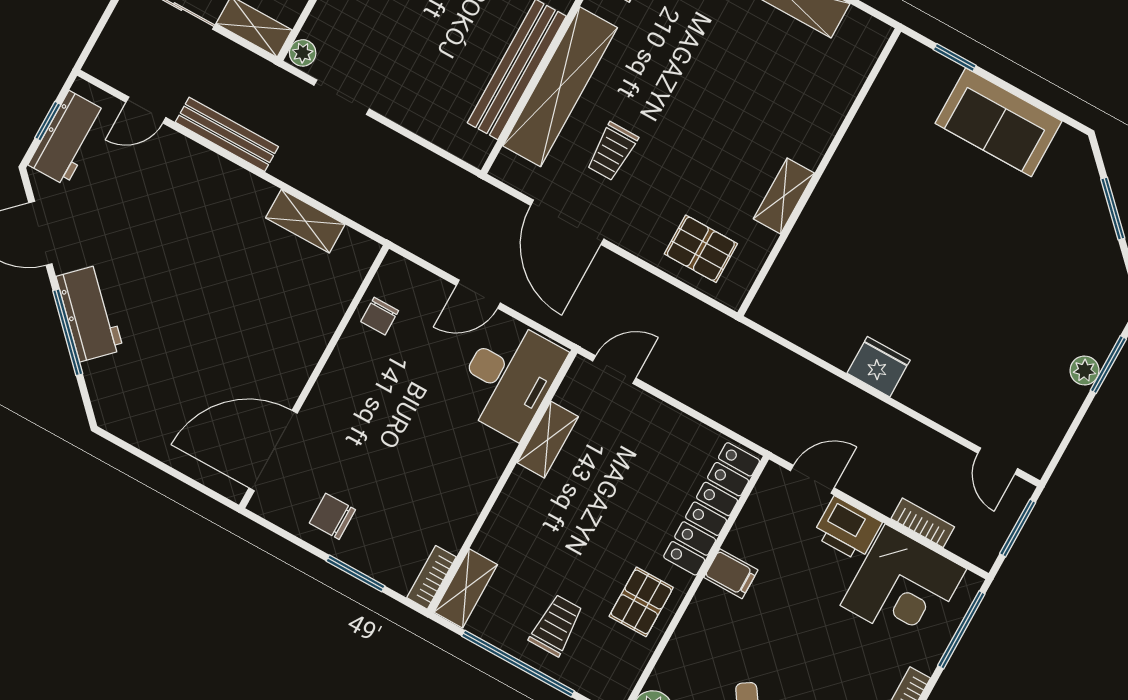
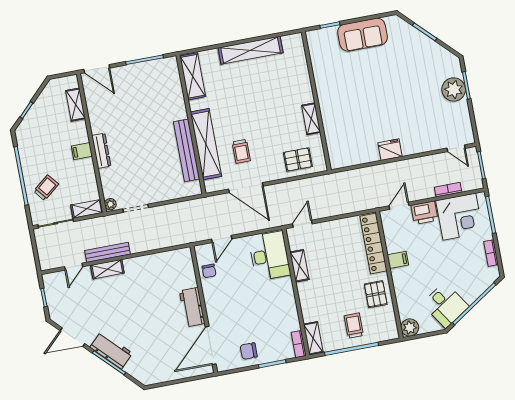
workbench: (68, 138) -> (192, 307), moved, turned 180
shelving: (305, 221) -> (107, 269), moved
door: (478, 294) -> (222, 239), moved
plant: (1085, 370) -> (454, 90), width x1.87, depth x1.87

